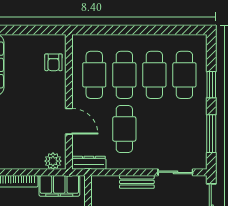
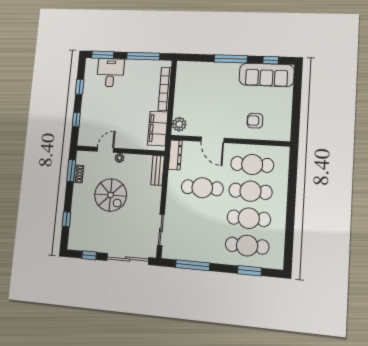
armchair: (53, 62) -> (255, 121), moved
window: (211, 85) -> (249, 271), moved
door: (69, 121) -> (212, 140), hinge flipped
bench: (137, 182) -> (158, 170), moved

